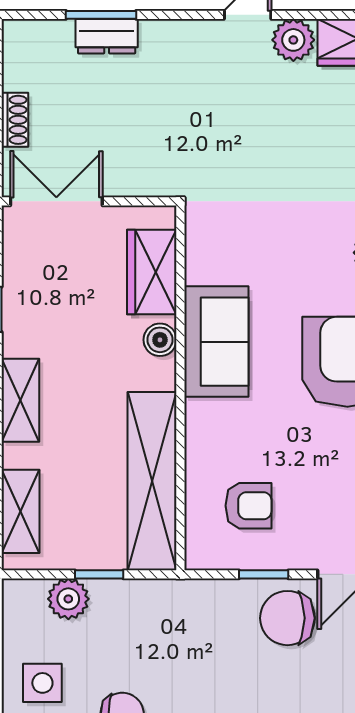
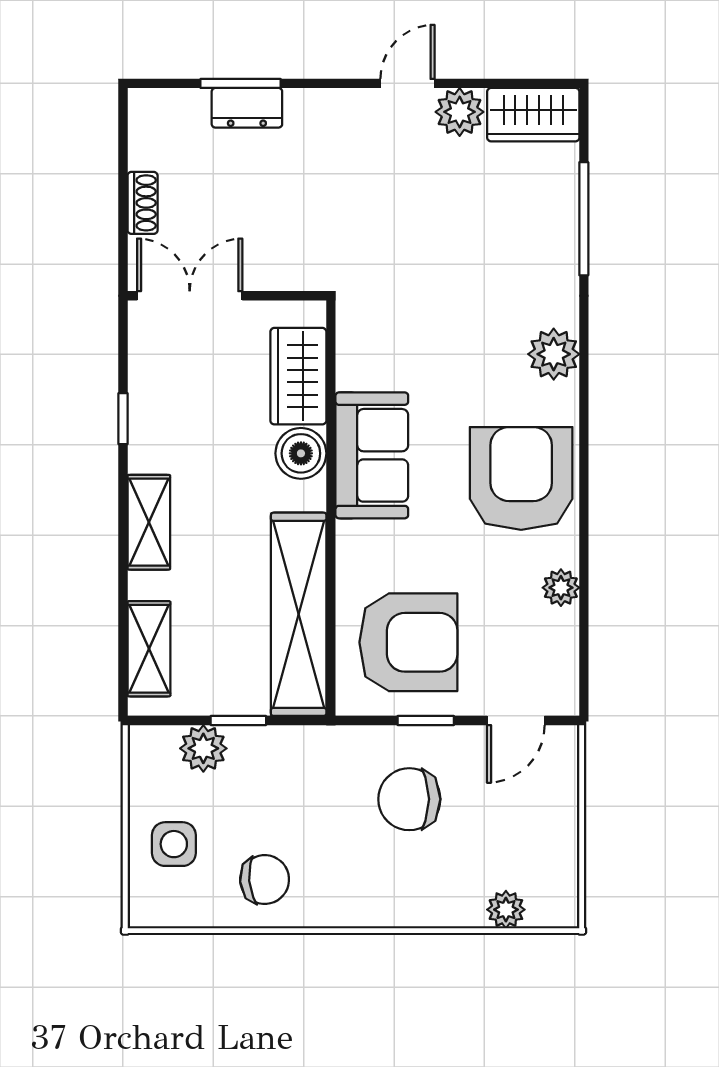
boiler: (160, 340) -> (301, 453), width x1.36, depth x1.36
armchair: (248, 506) -> (408, 642), width x1.88, depth x1.88
chair: (287, 618) -> (409, 799), moved

